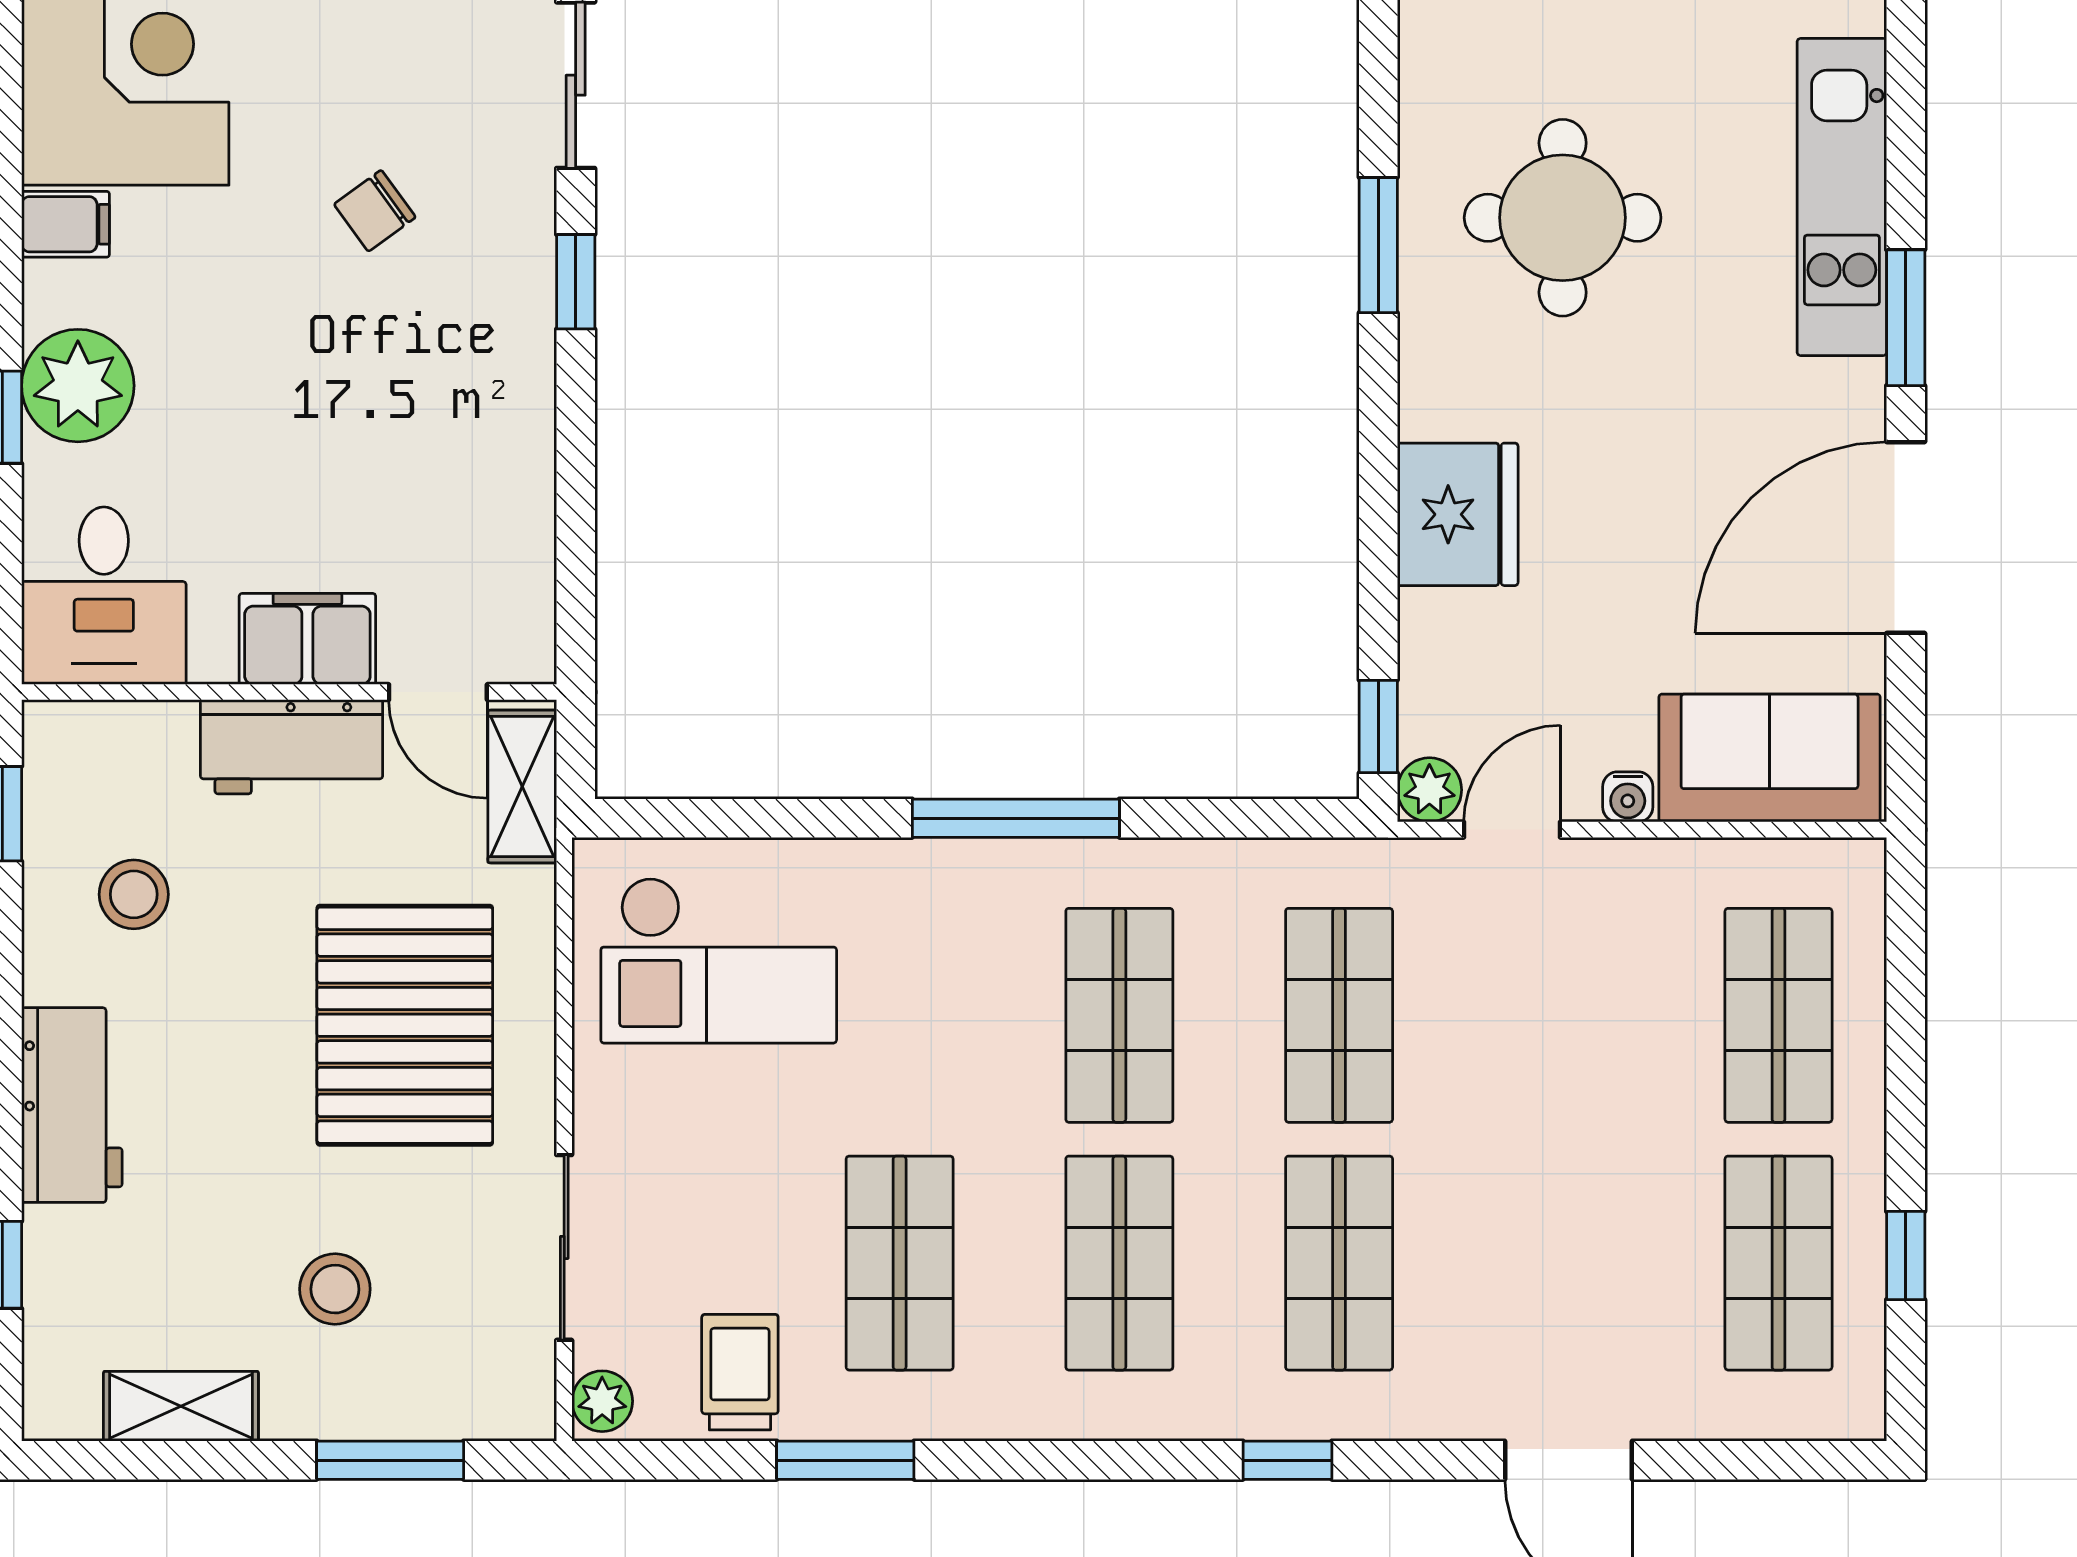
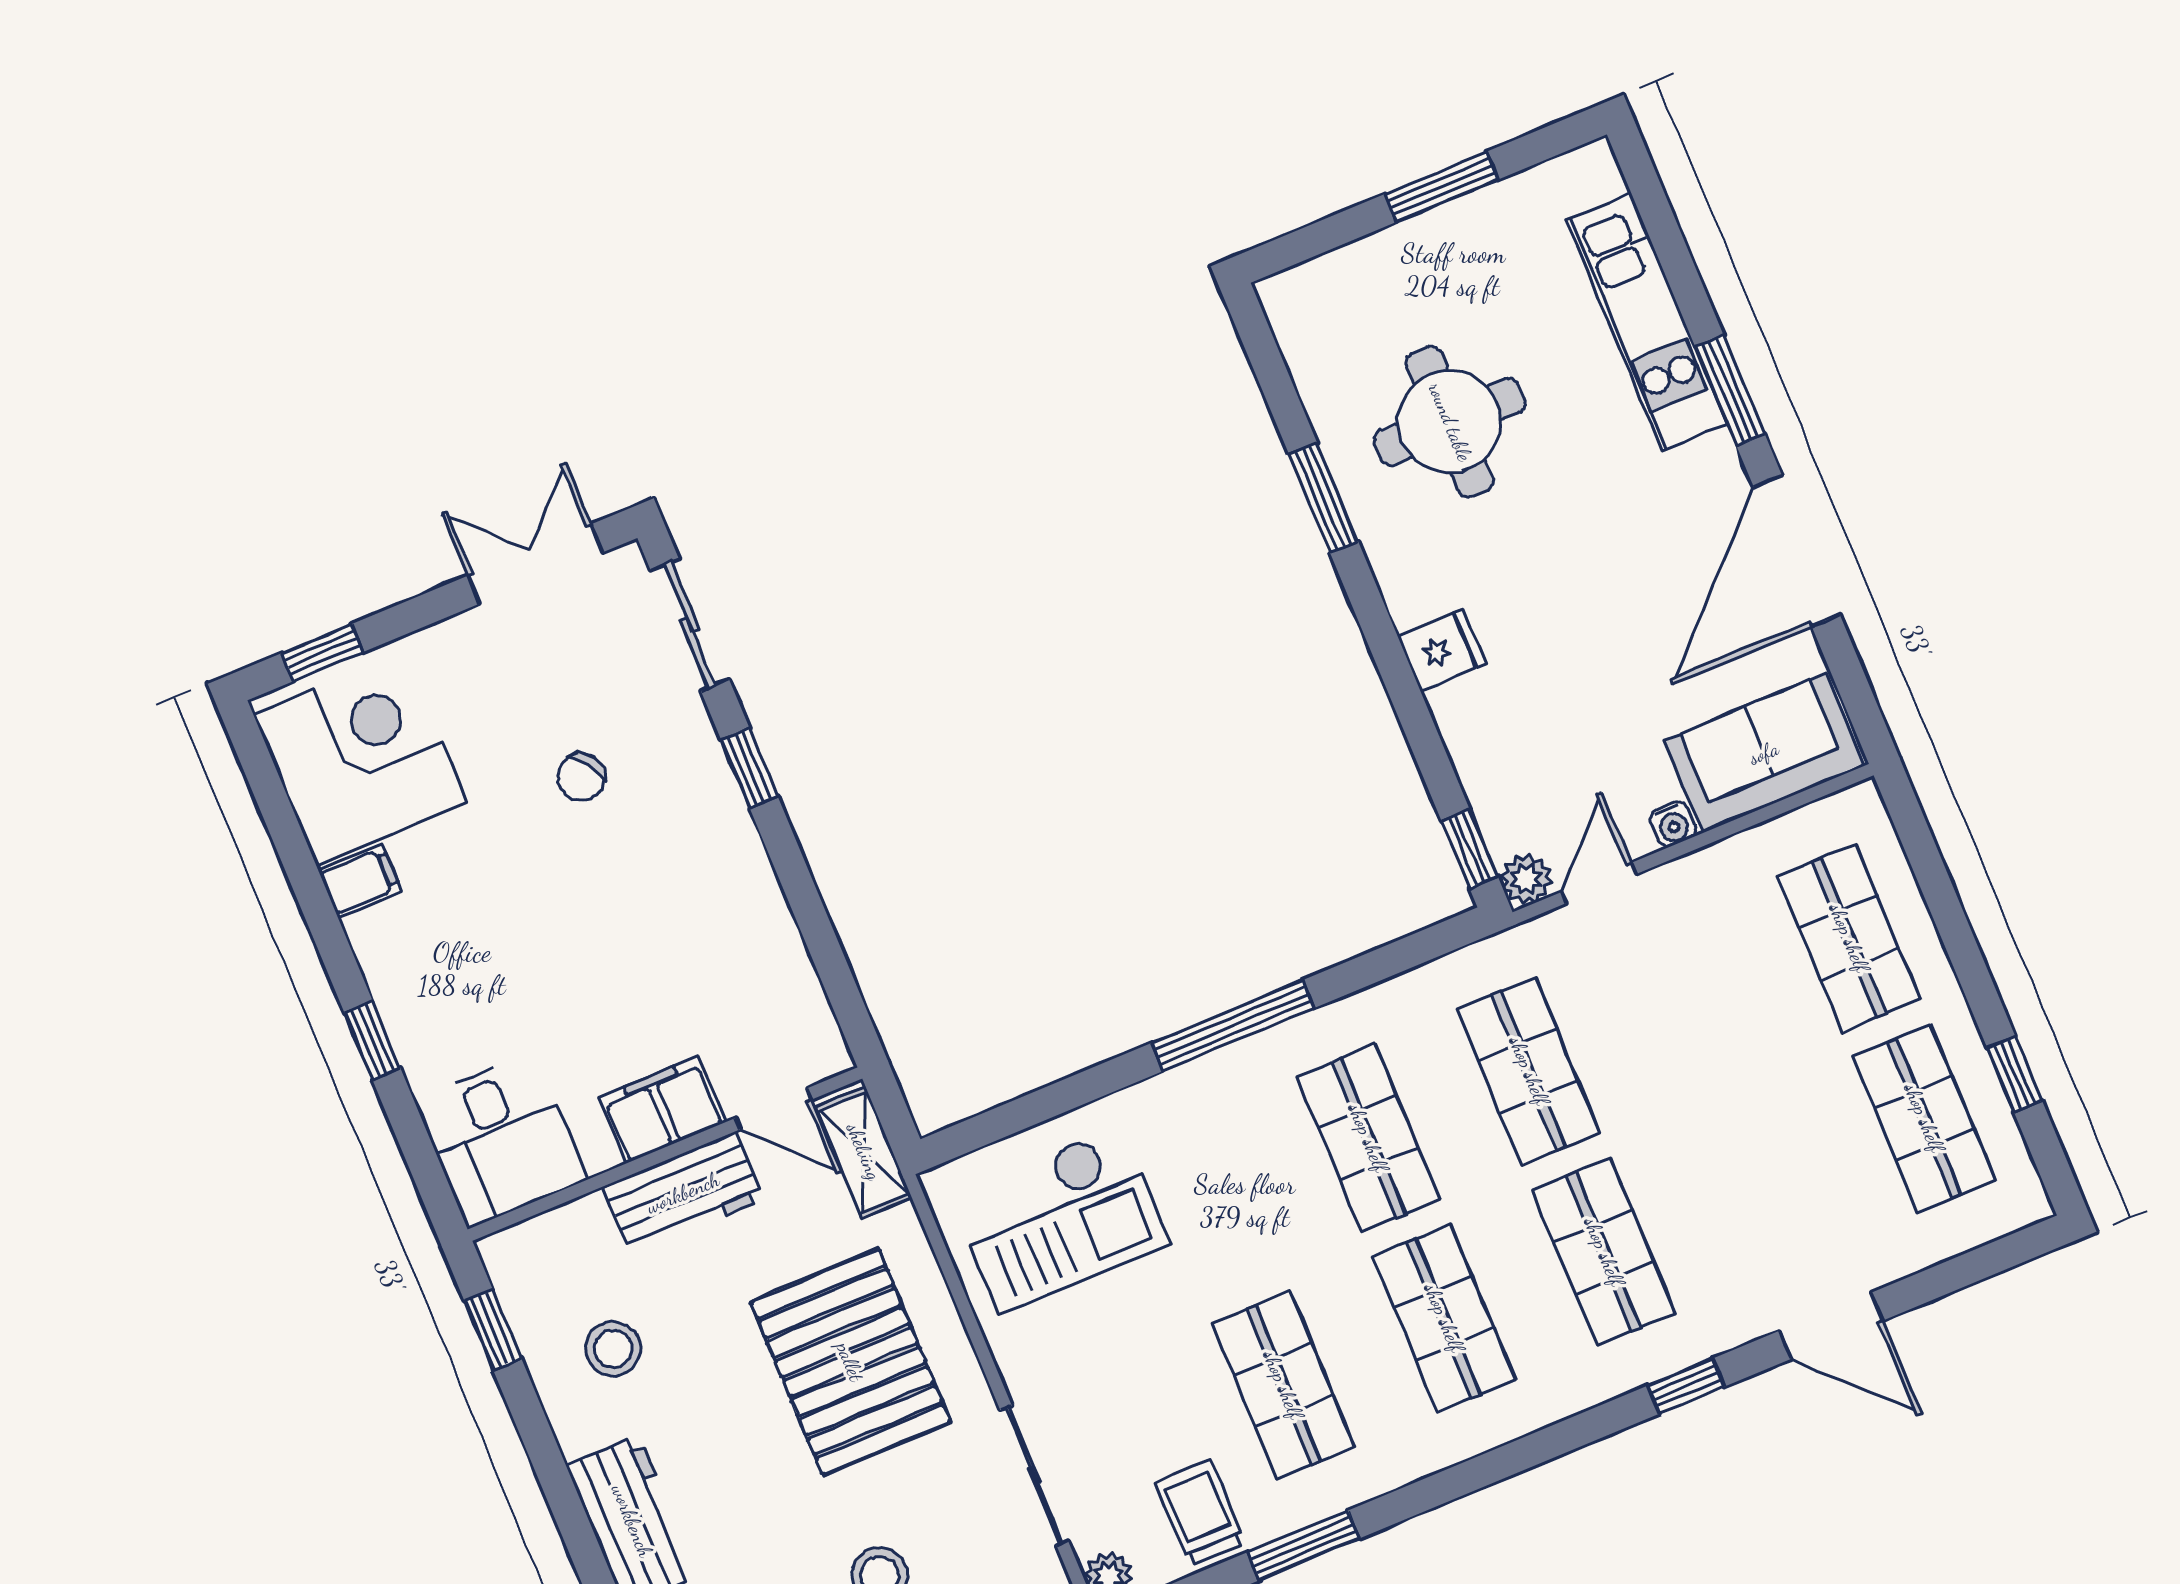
plant: (78, 386) -> (418, 995), removed
fridge: (1458, 514) -> (1442, 650), width x0.53, depth x0.75
window: (1287, 1460) -> (1686, 1386), moved

